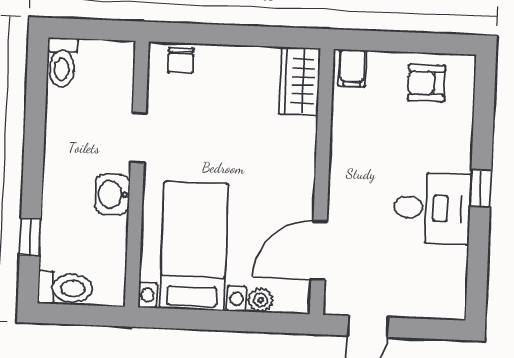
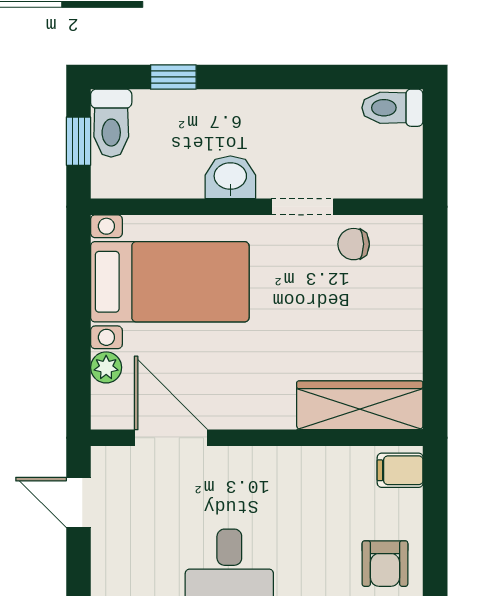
chair: (181, 60) -> (354, 244), moved
wardrobe: (300, 81) -> (360, 405), width x1.50
armchair: (427, 83) -> (385, 564), turned 180
window: (79, 315) -> (78, 141), added

